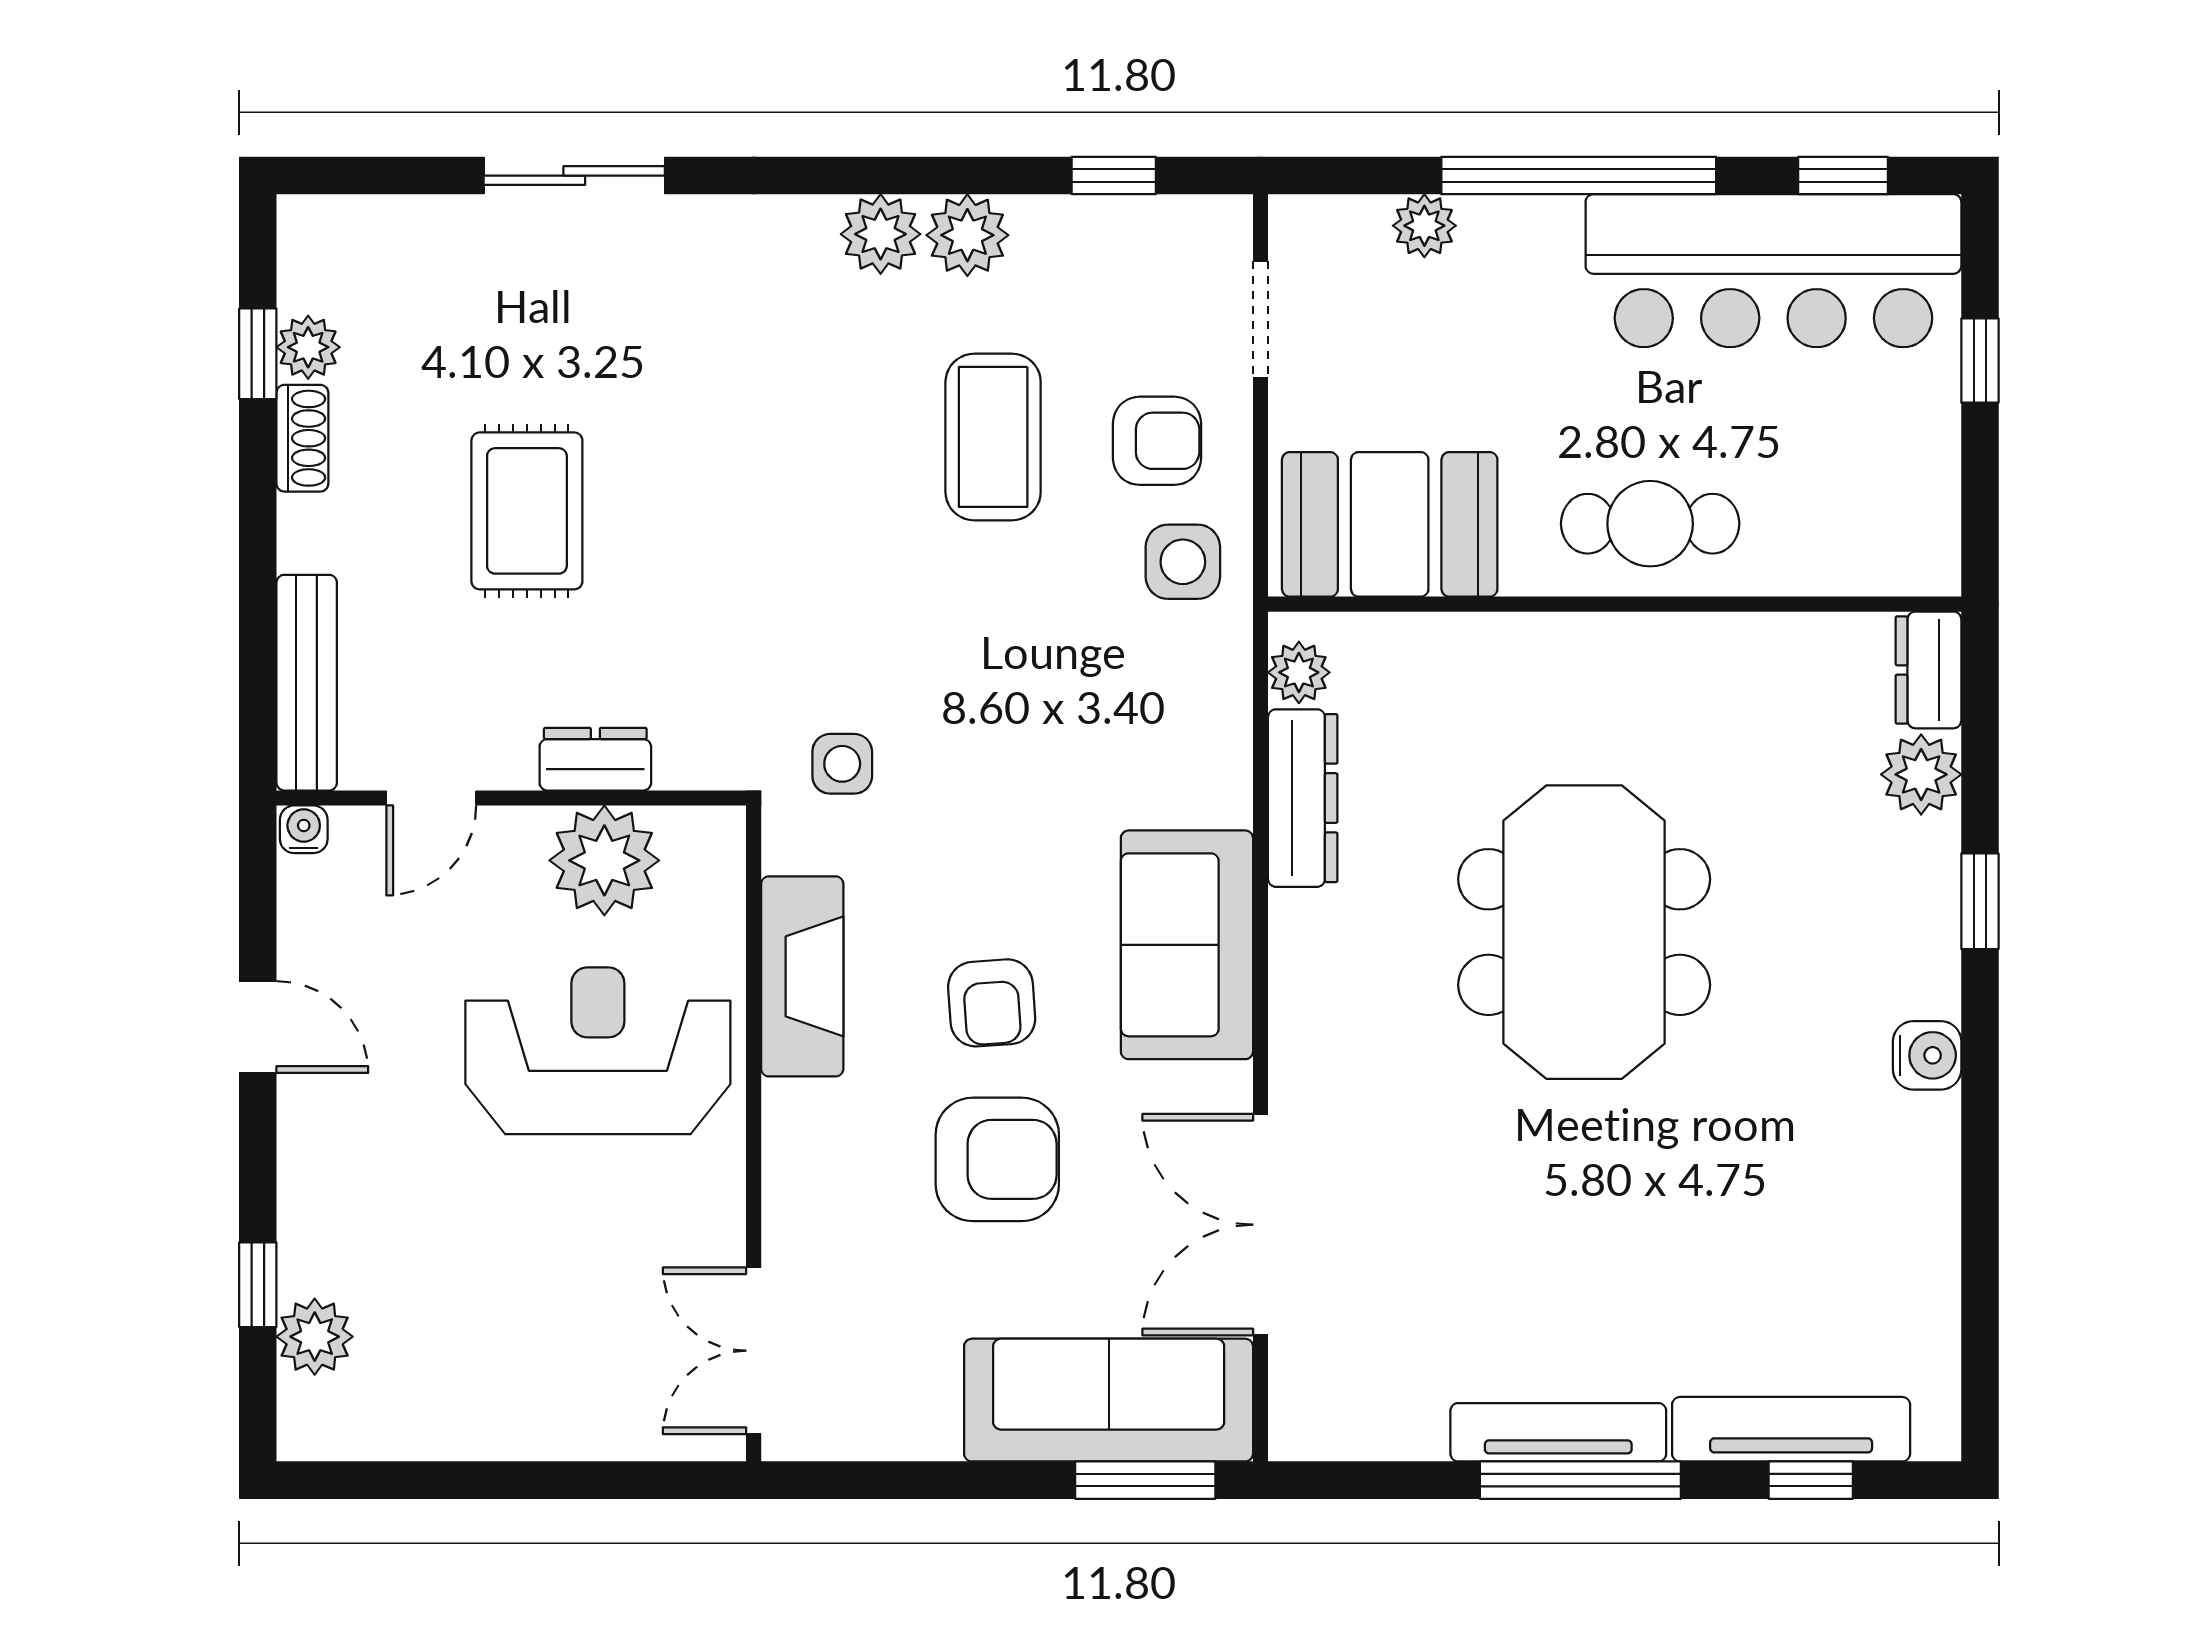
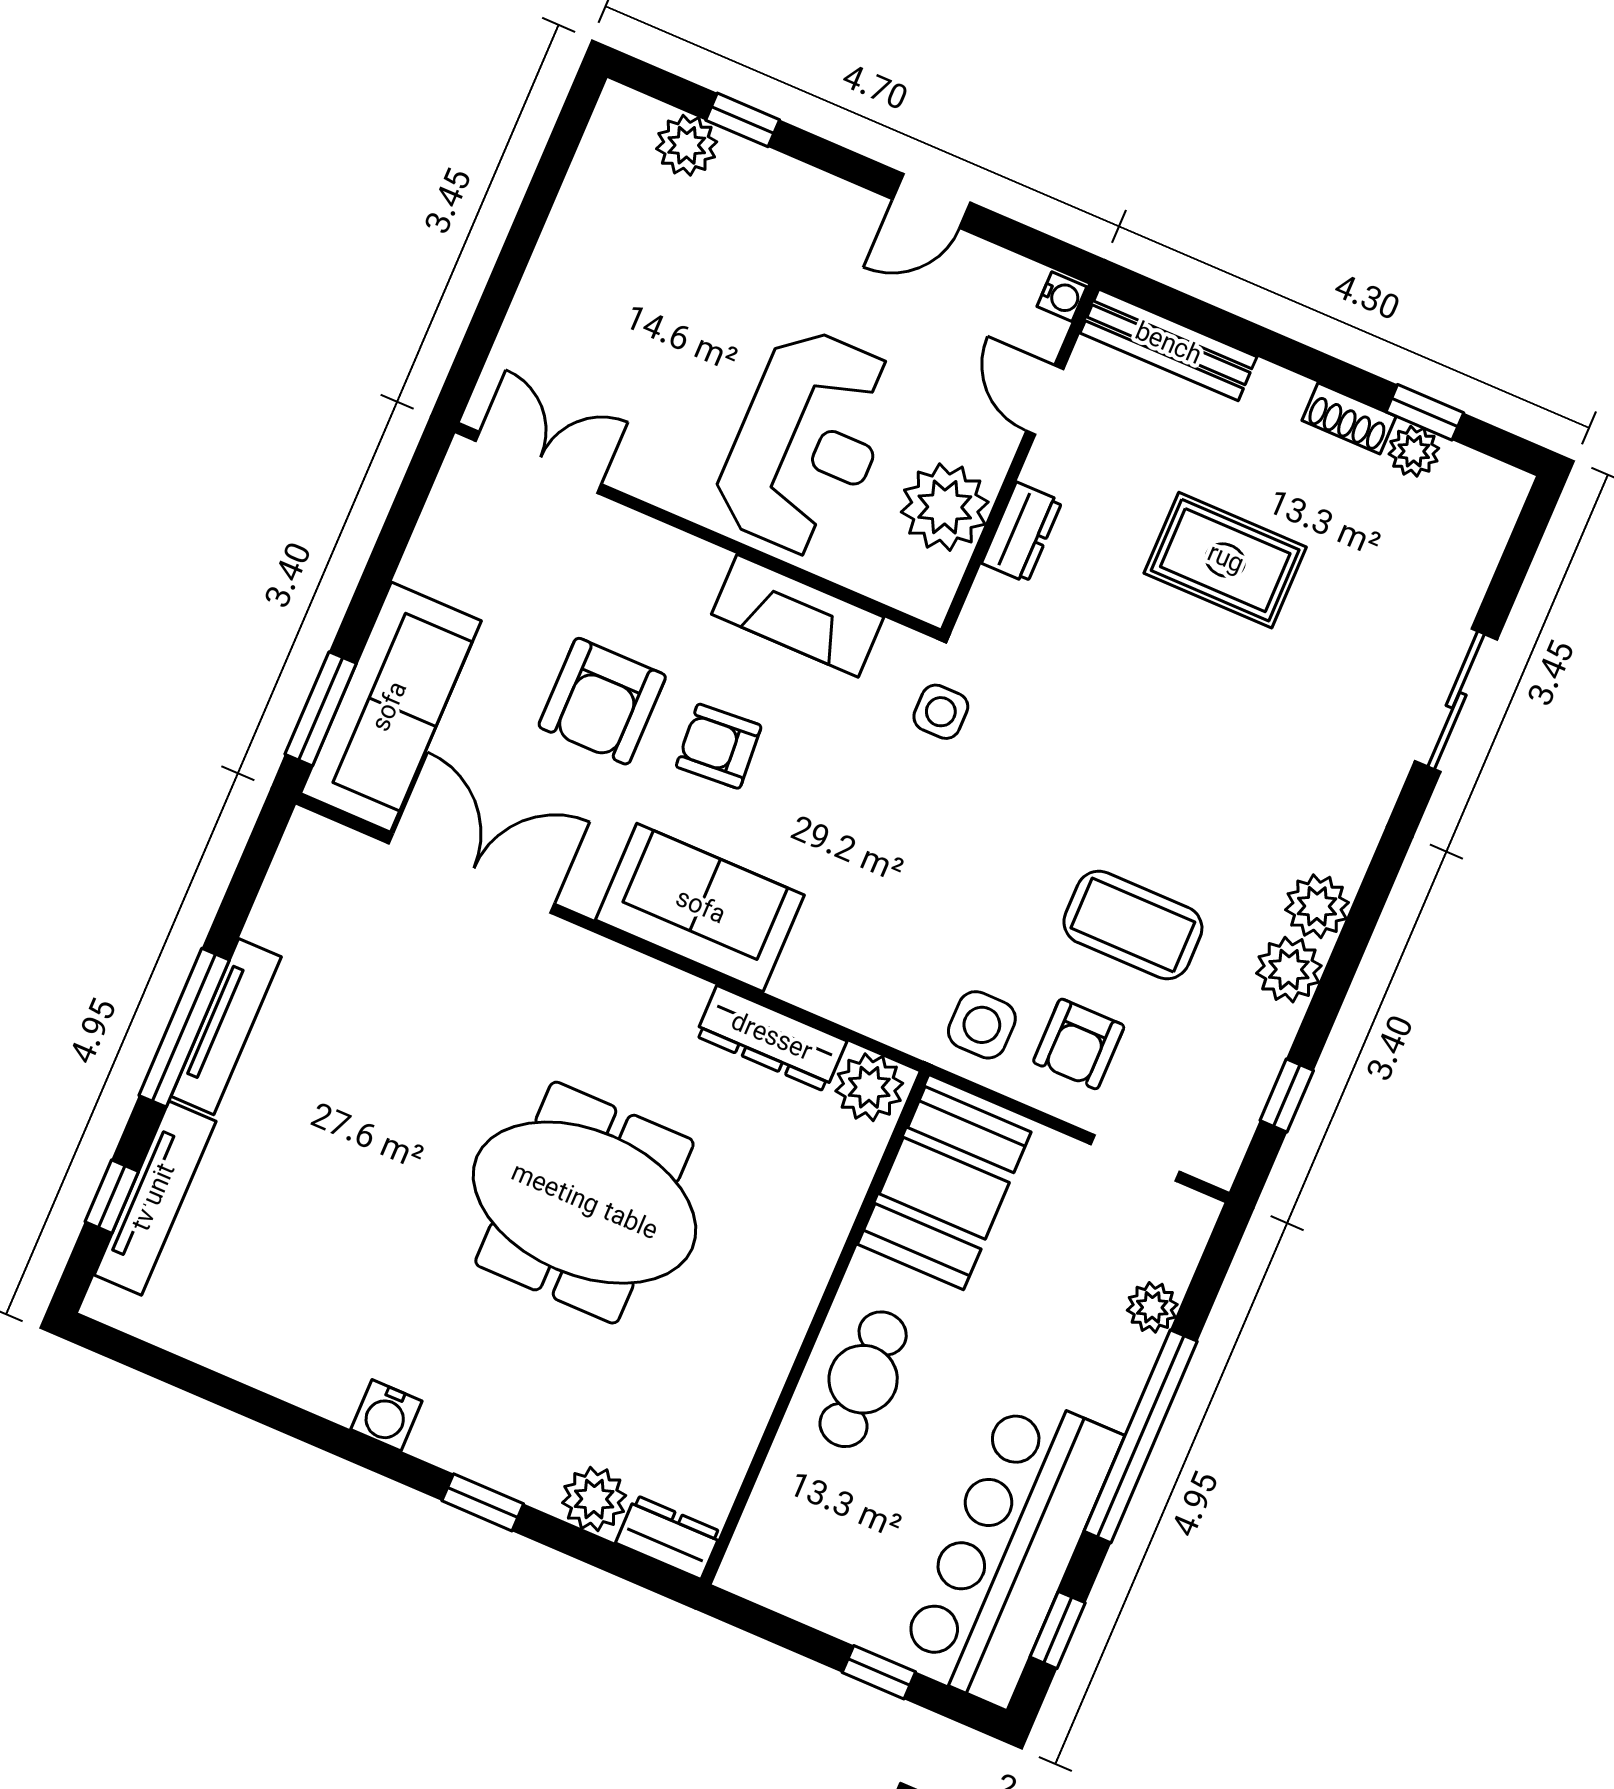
plant: (1299, 672) -> (869, 1087), width x1.38, depth x1.38

